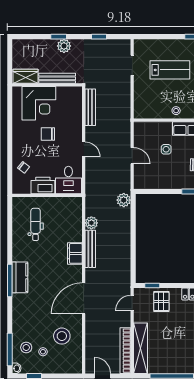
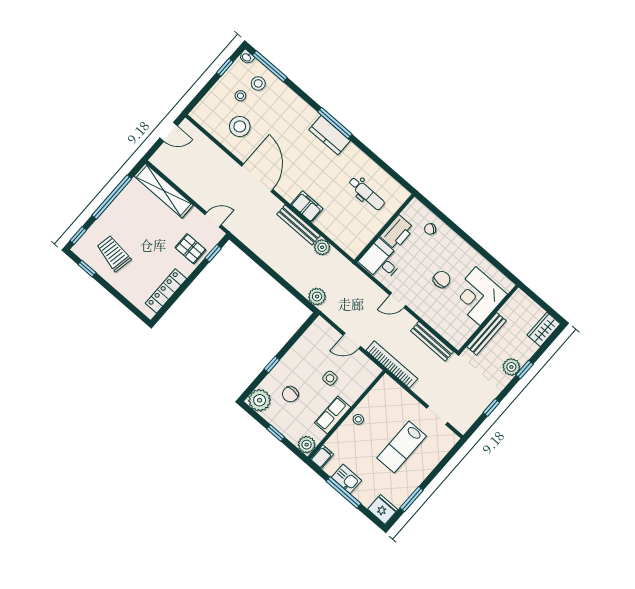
wardrobe: (26, 76) -> (544, 329), moved, turned 180
door: (132, 303) -> (213, 220), hinge flipped
bookcase: (125, 351) -> (392, 365), moved

